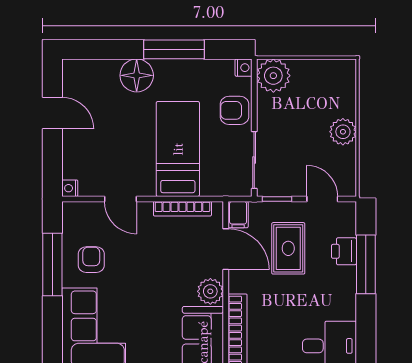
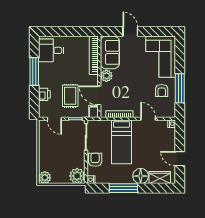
wardrobe: (95, 72) -> (160, 178), added
armchair: (235, 110) -> (95, 160), turned -90
plant: (343, 132) -> (45, 178), moved
window: (366, 264) -> (34, 71), moved

